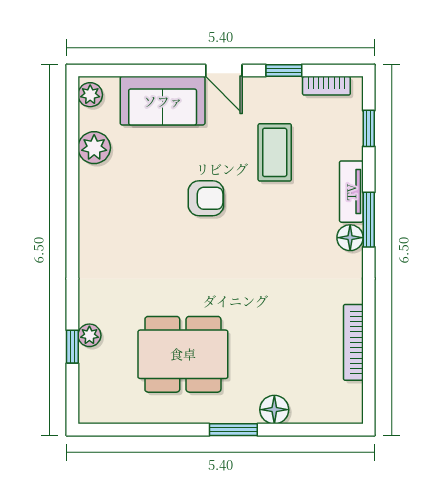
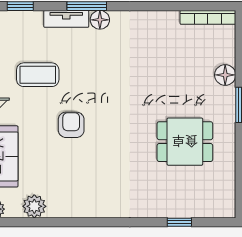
plant: (89, 335) -> (171, 210), removed
bookcase: (353, 342) -> (208, 17), moved
dining table: (183, 354) -> (185, 142), width x0.73

